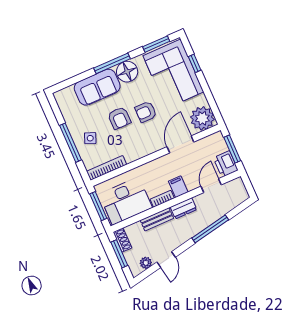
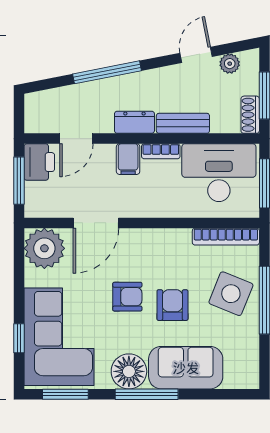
side table: (90, 138) -> (231, 294), width x1.87, depth x1.87

